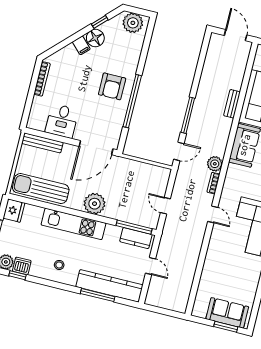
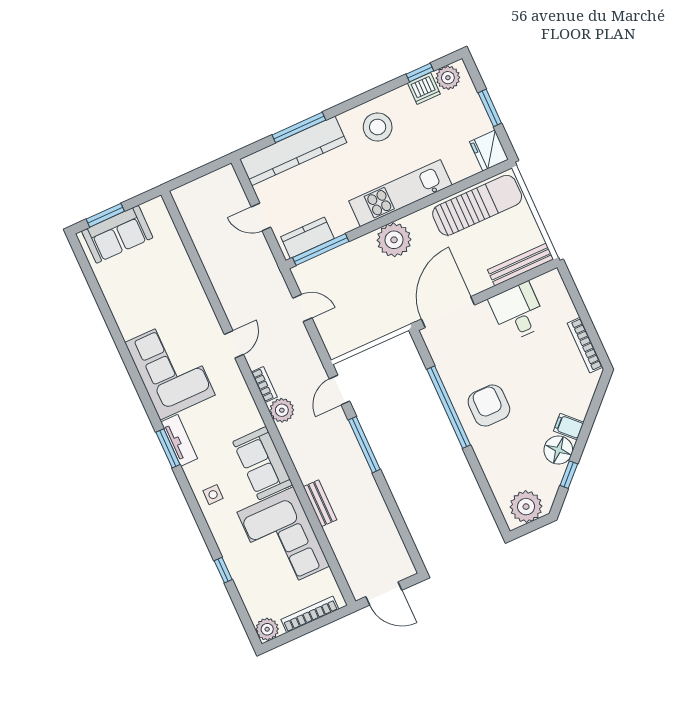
door: (213, 214) -> (234, 344), swing flipped
stool: (59, 265) -> (378, 127), width x1.89, depth x1.89

